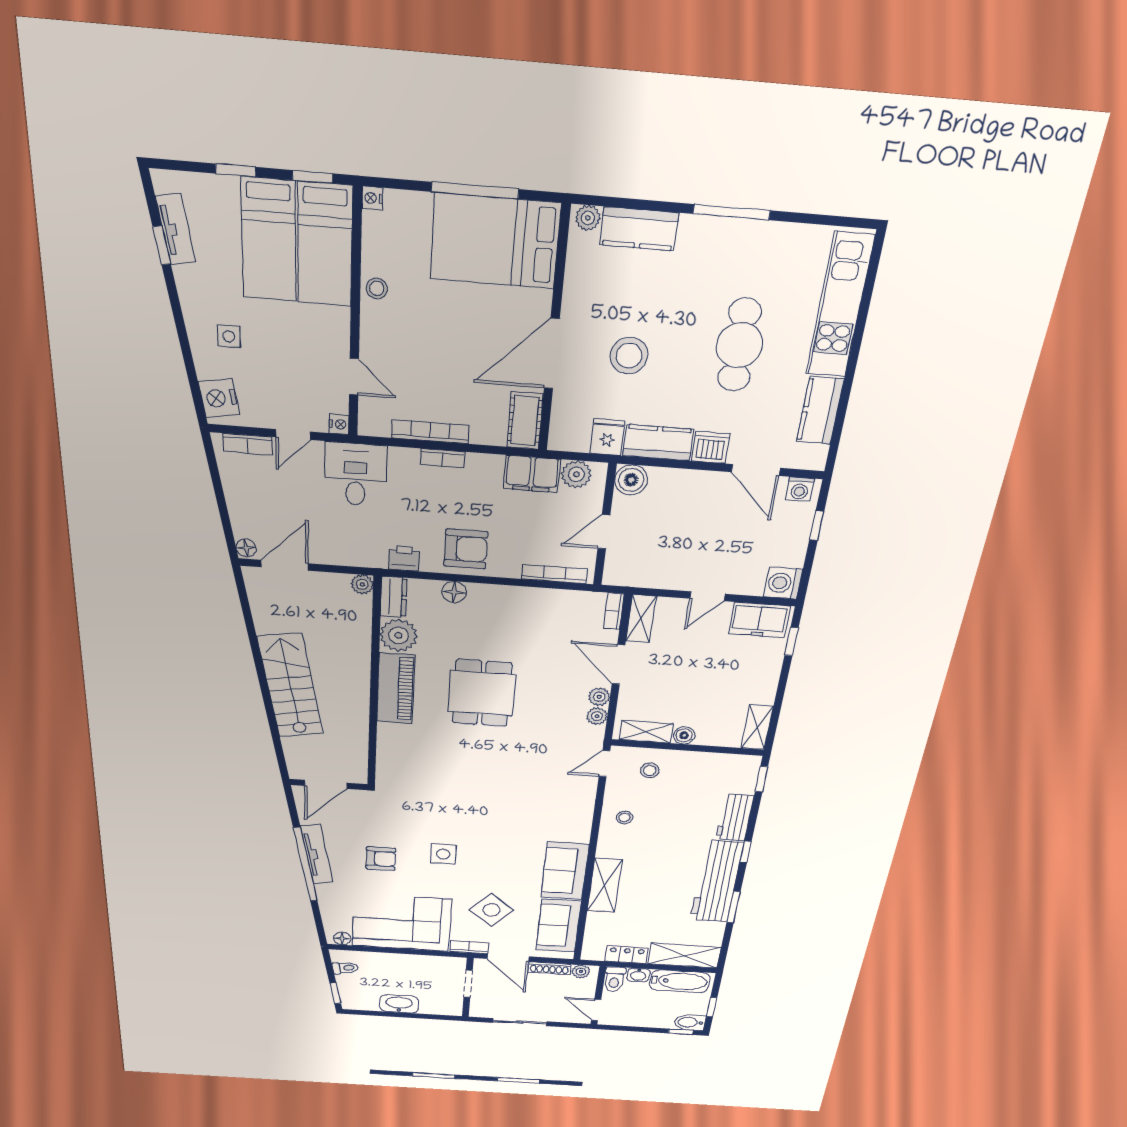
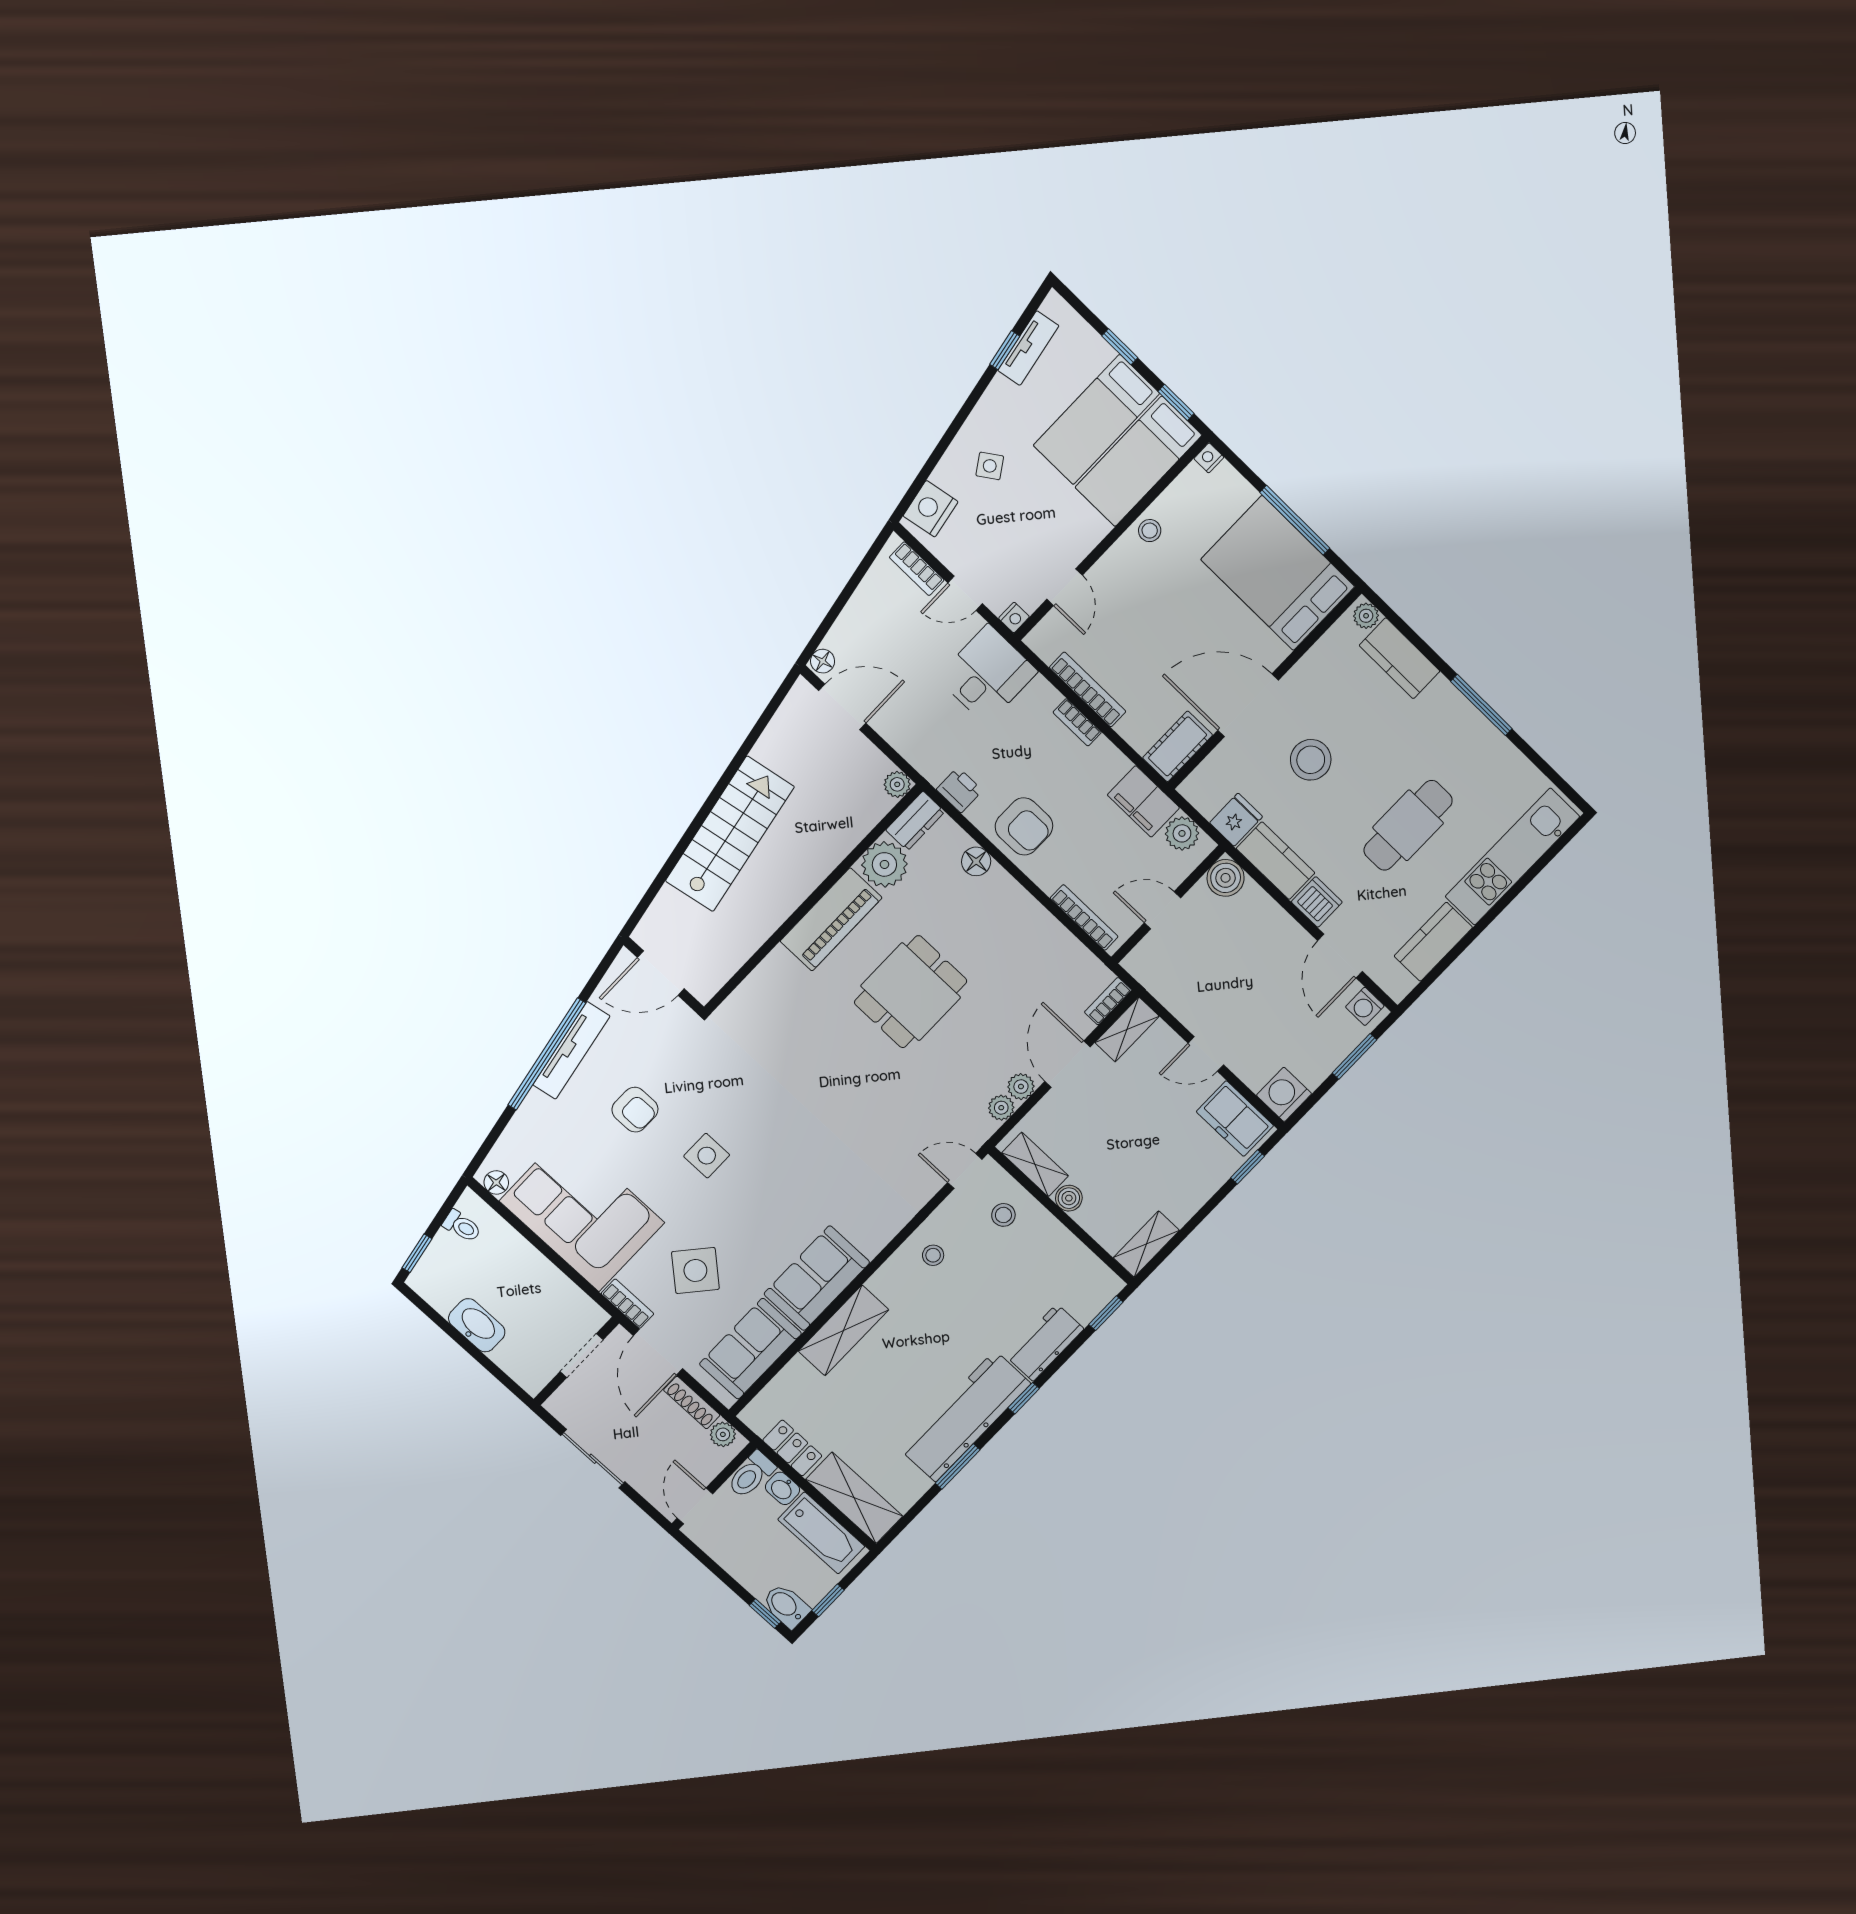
side table: (229, 336) -> (990, 466), turned -34
window: (817, 526) -> (1355, 1056), width x1.50

